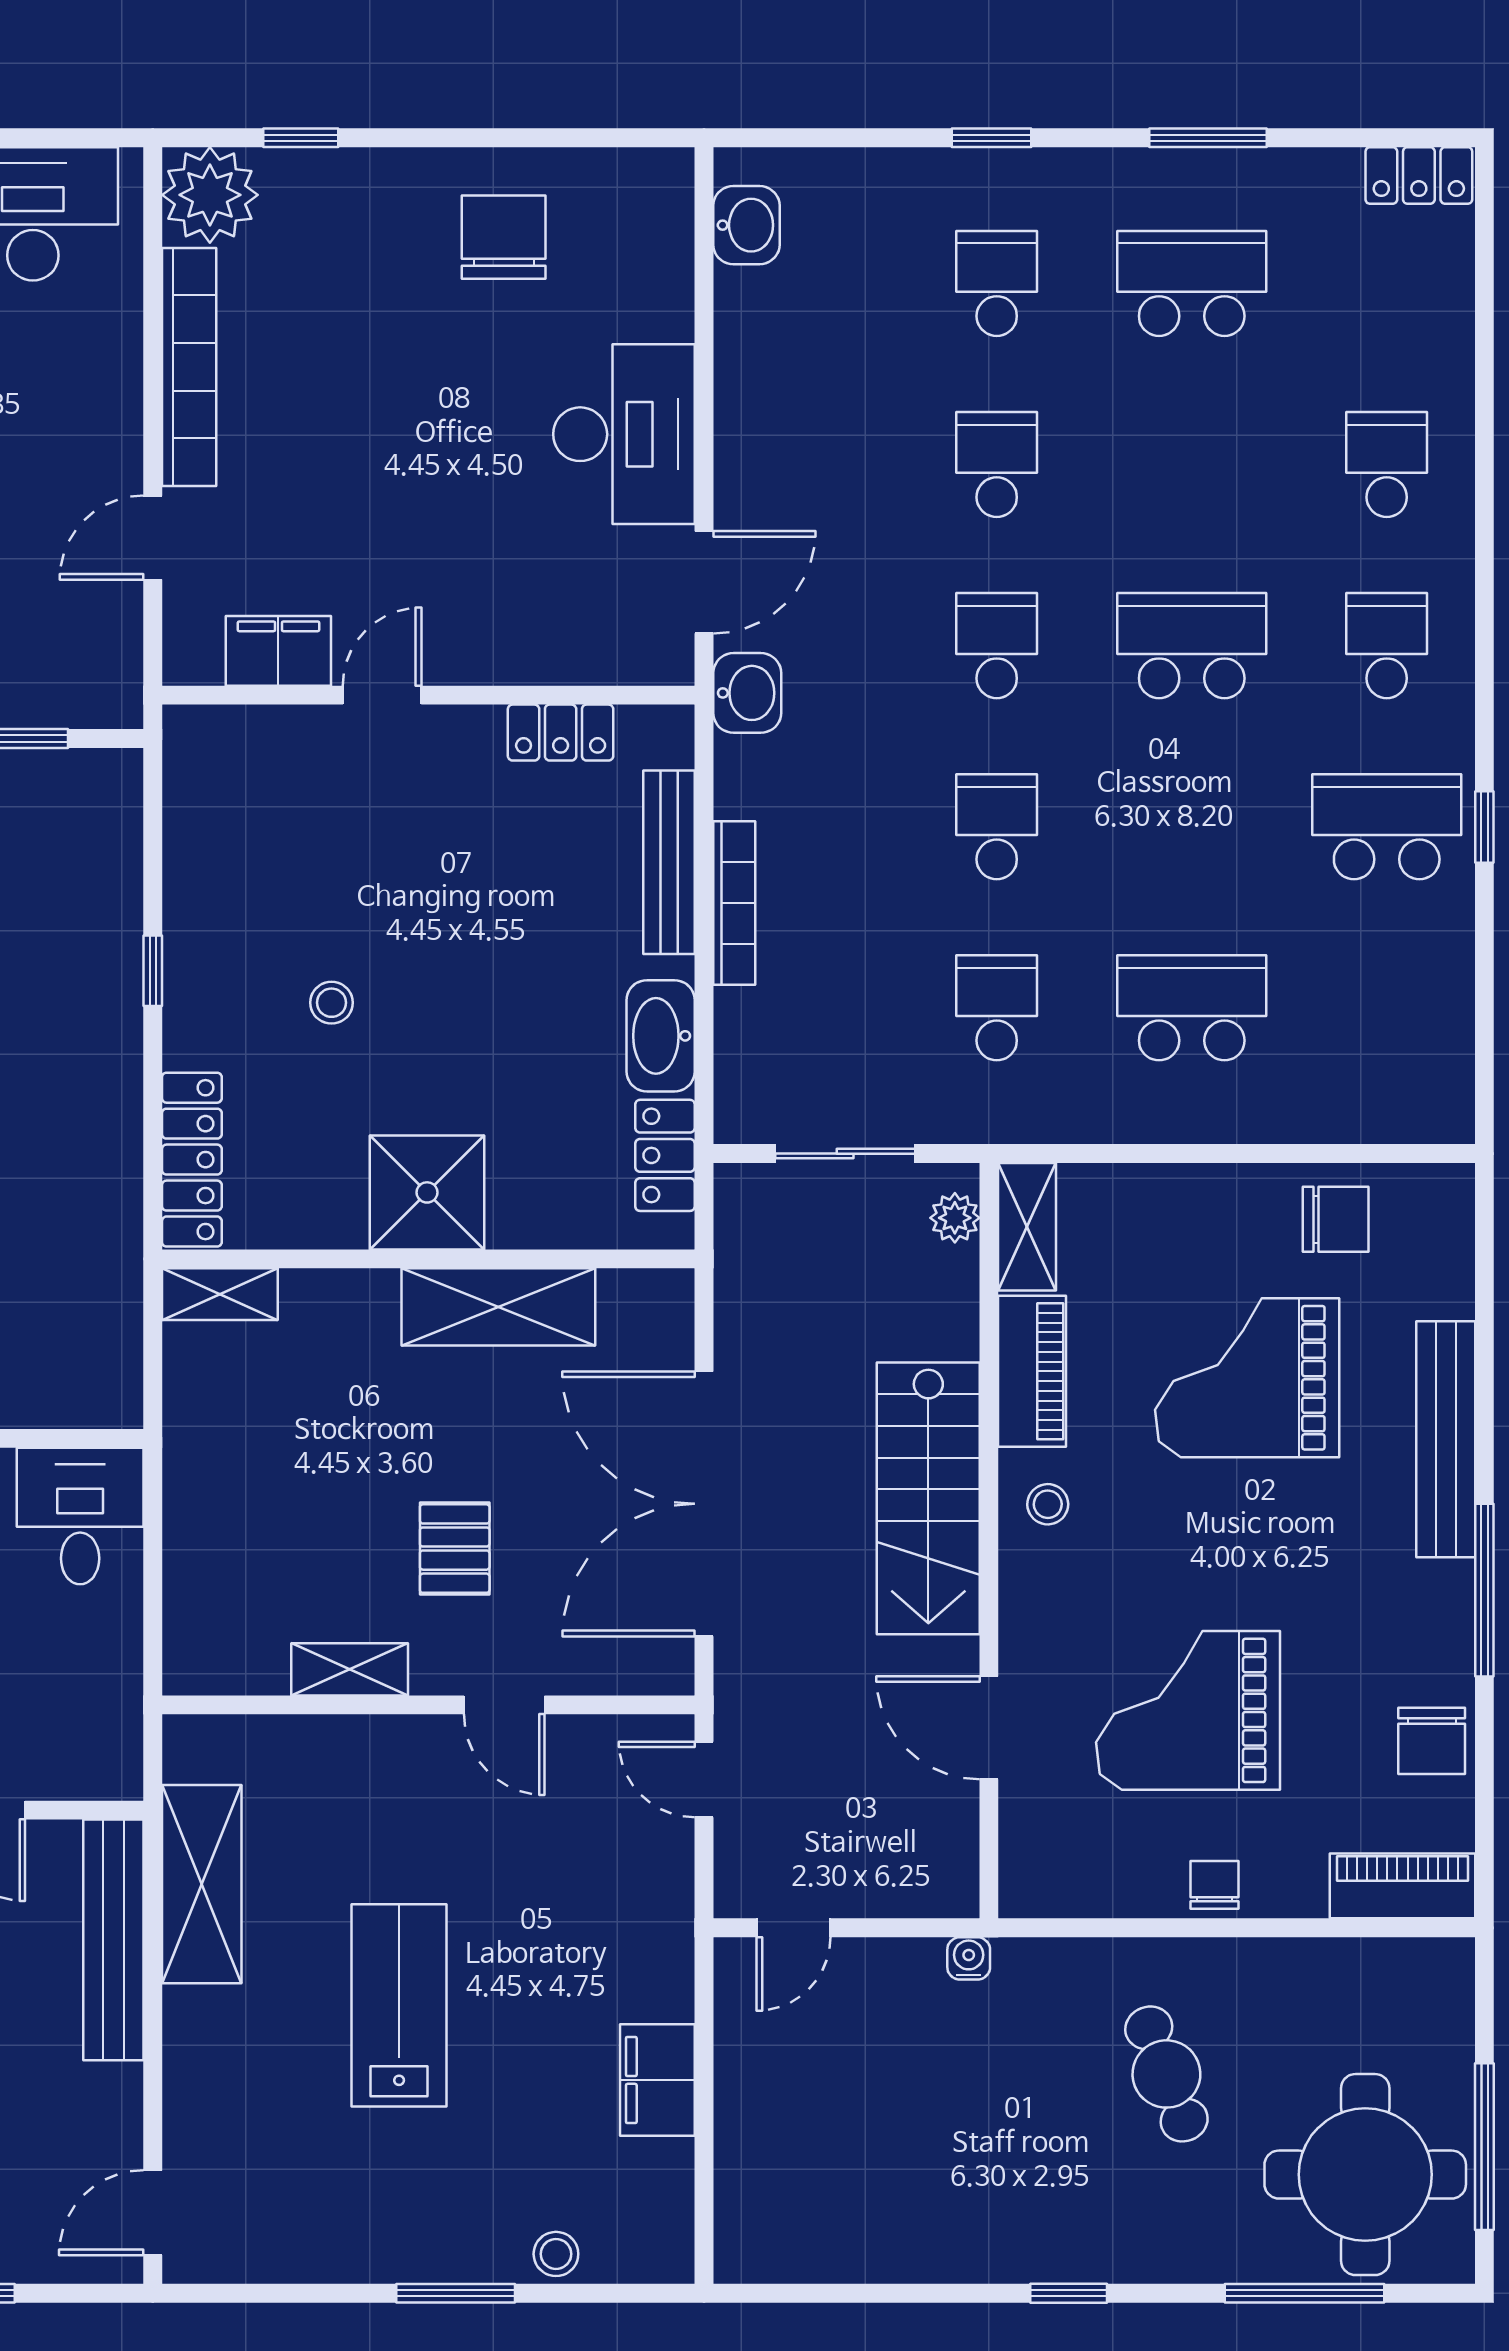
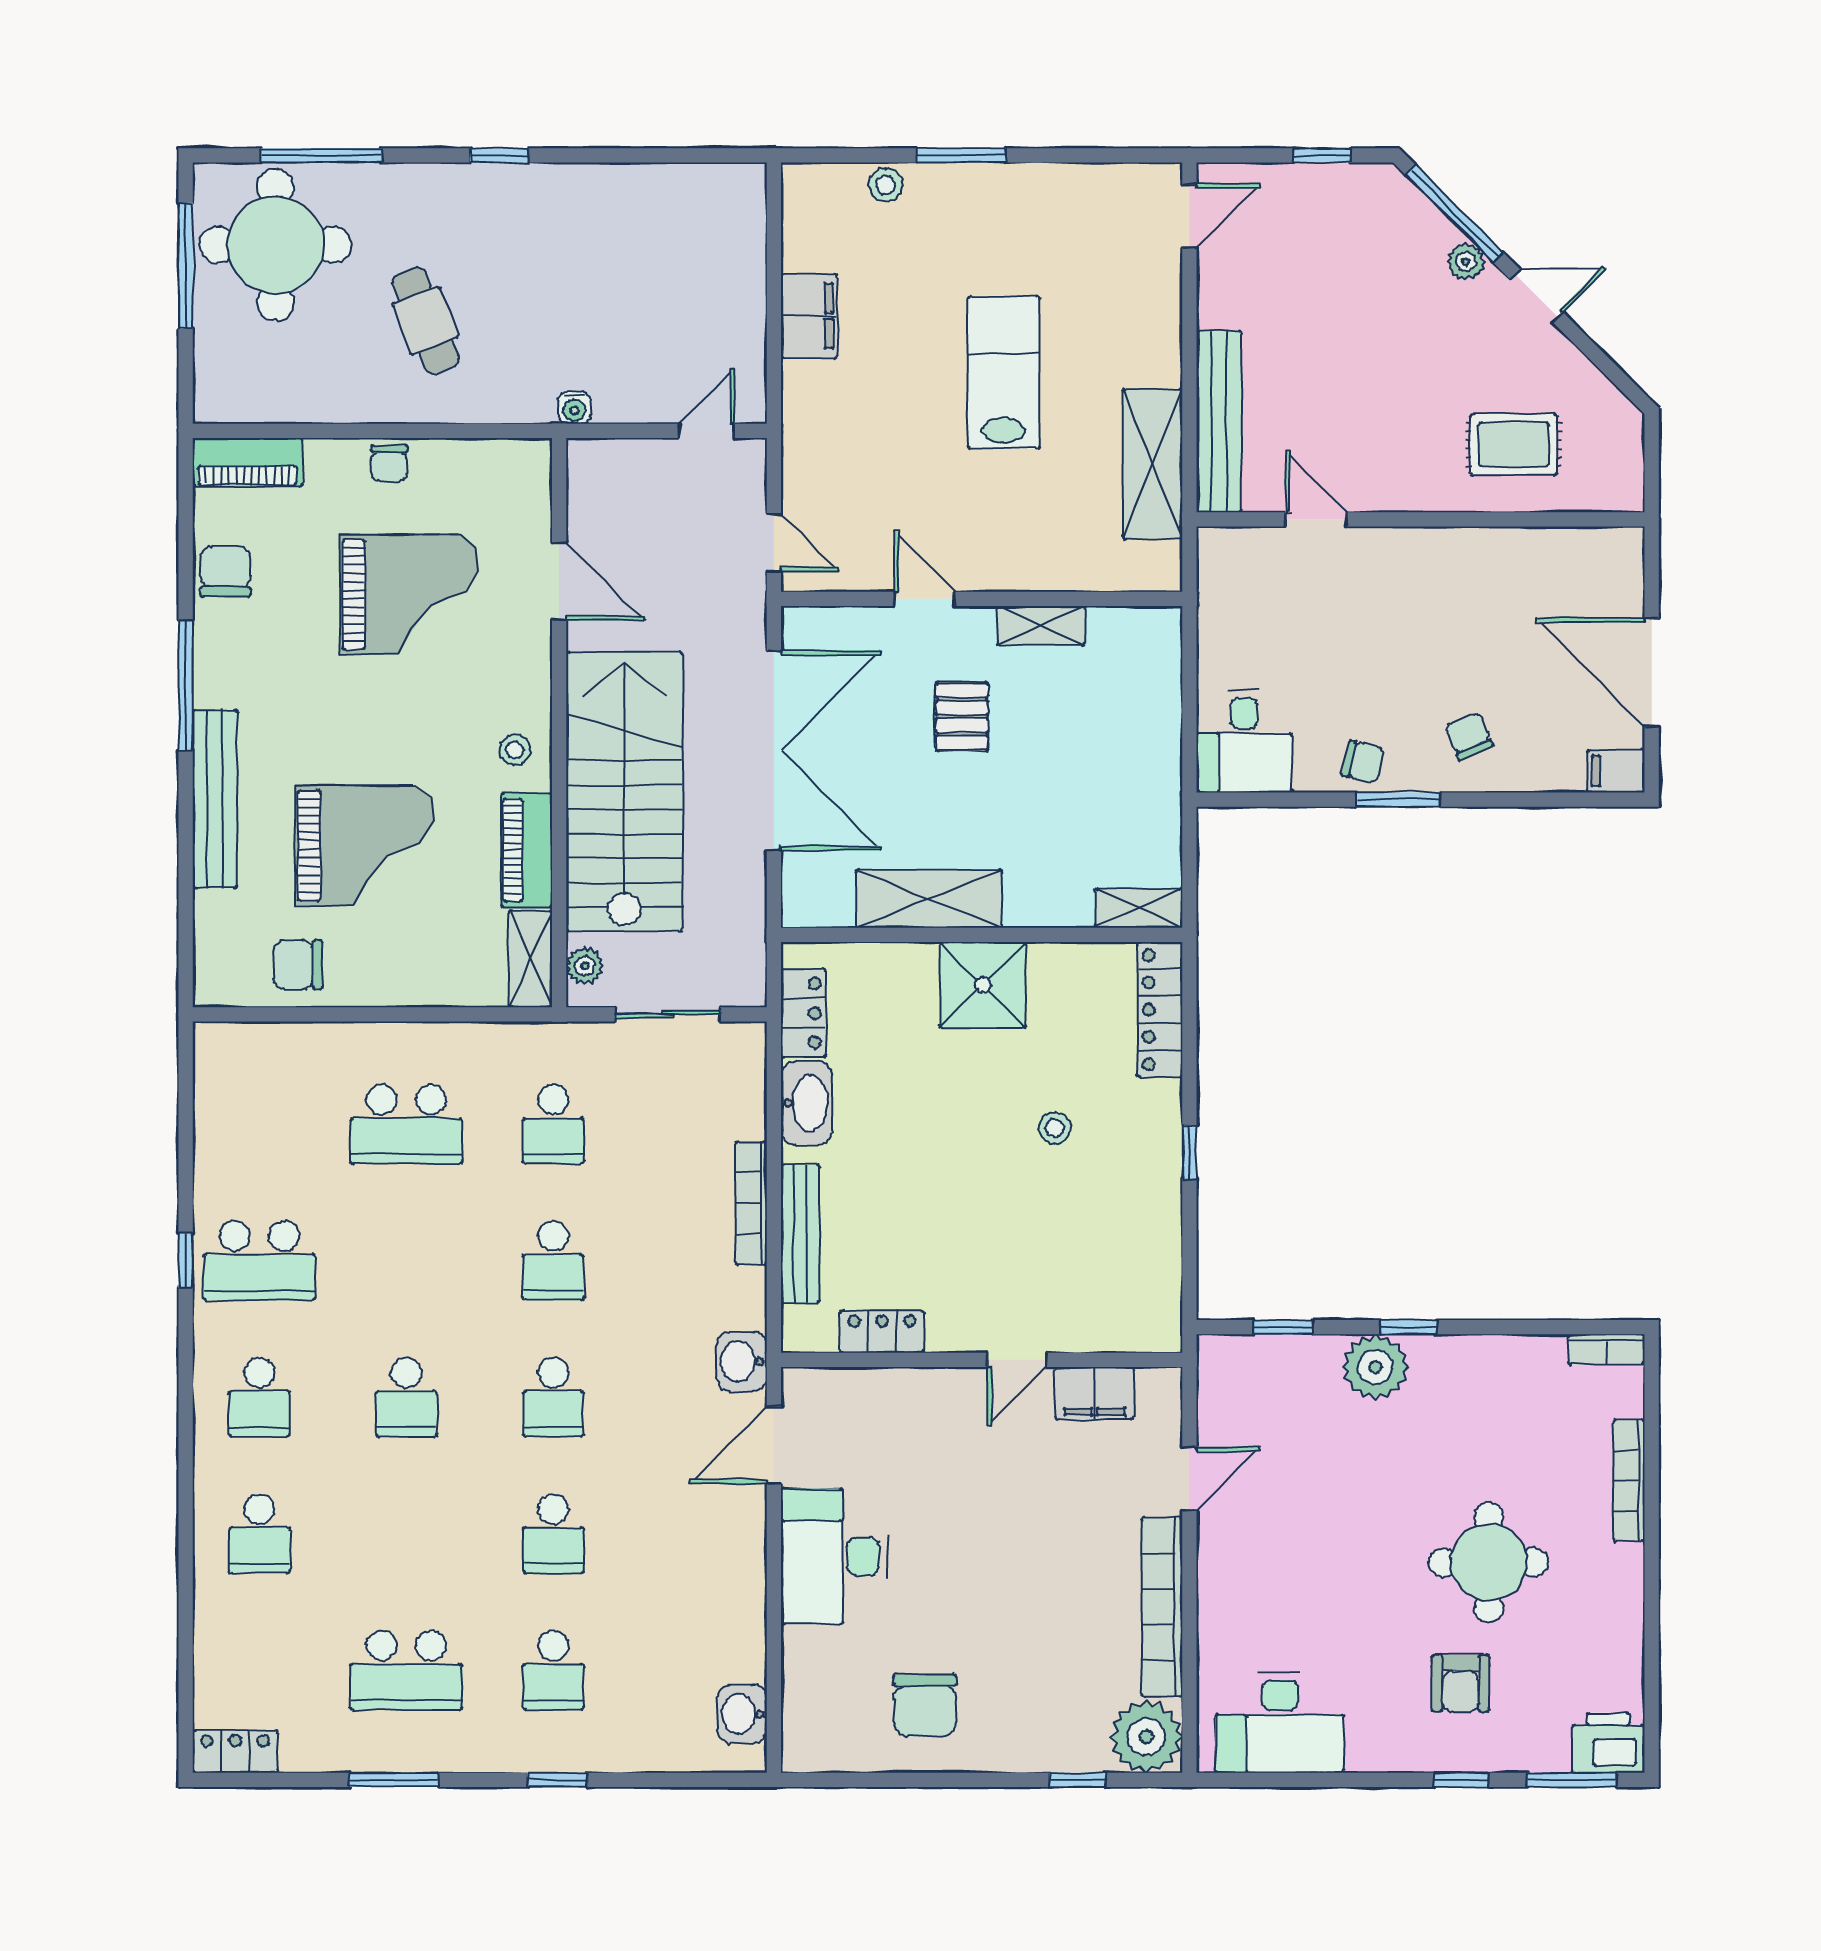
school desk: (1192, 646) -> (406, 1397), width x0.54
stairs: (928, 1498) -> (624, 792), width x1.36, depth x1.51
lab bench: (399, 2005) -> (1004, 372), turned 180

